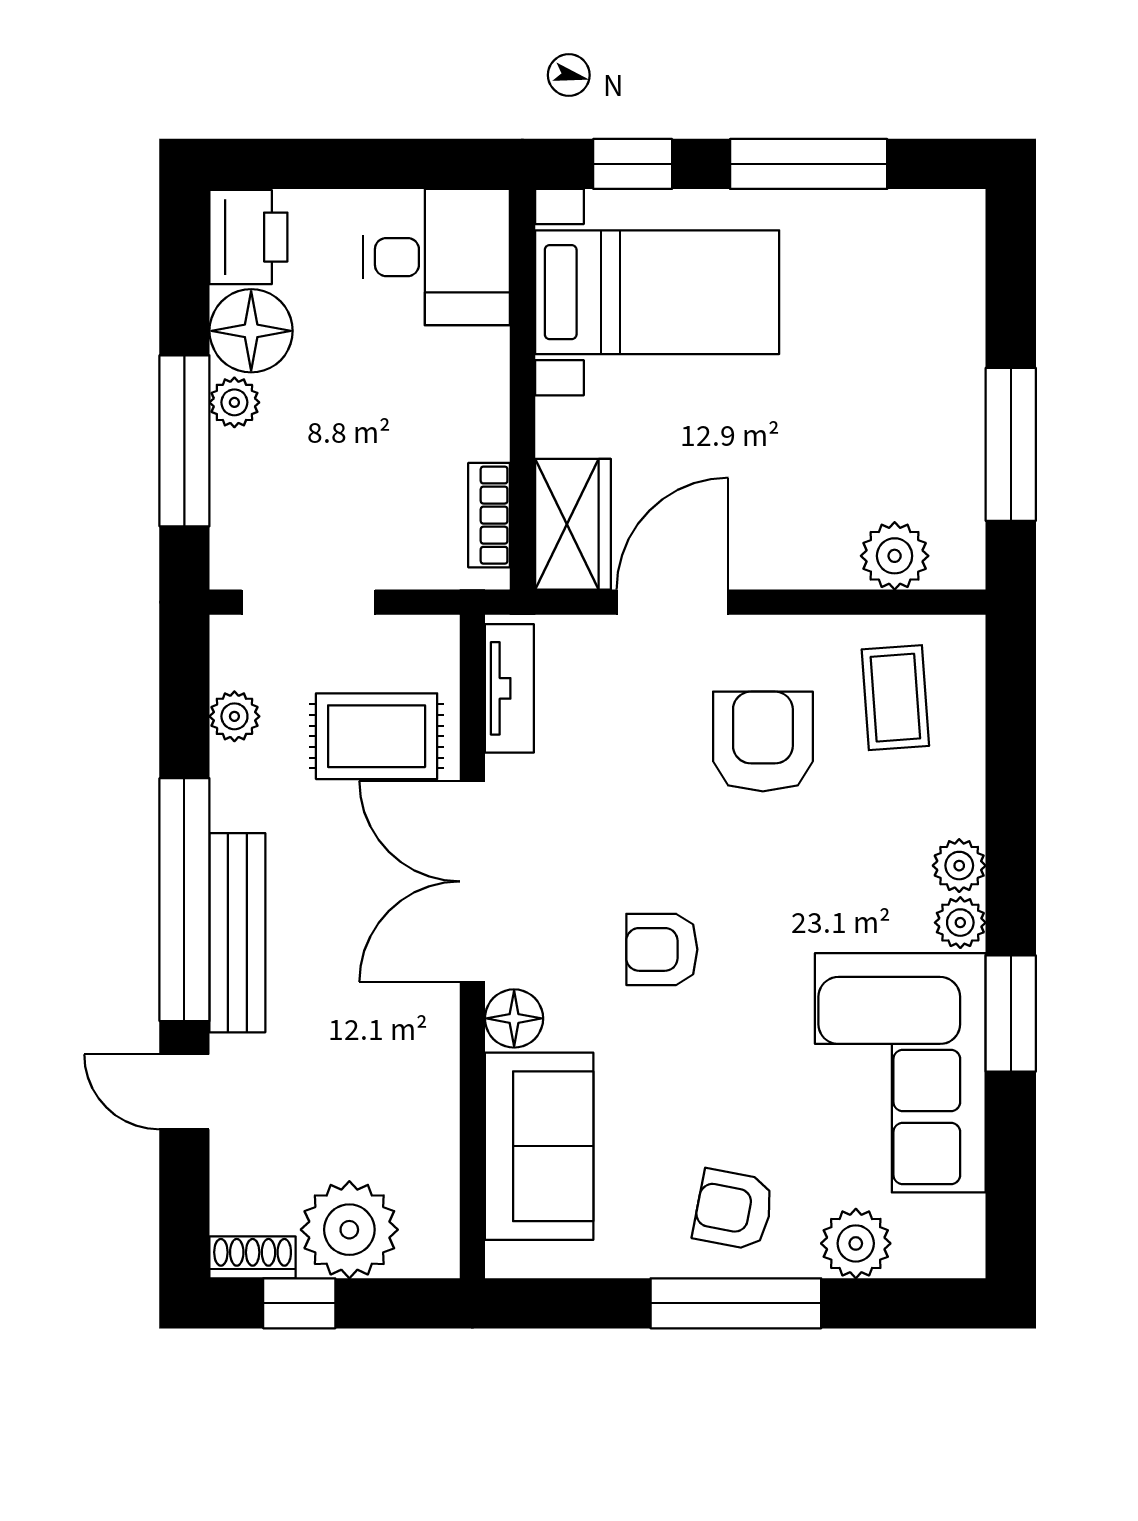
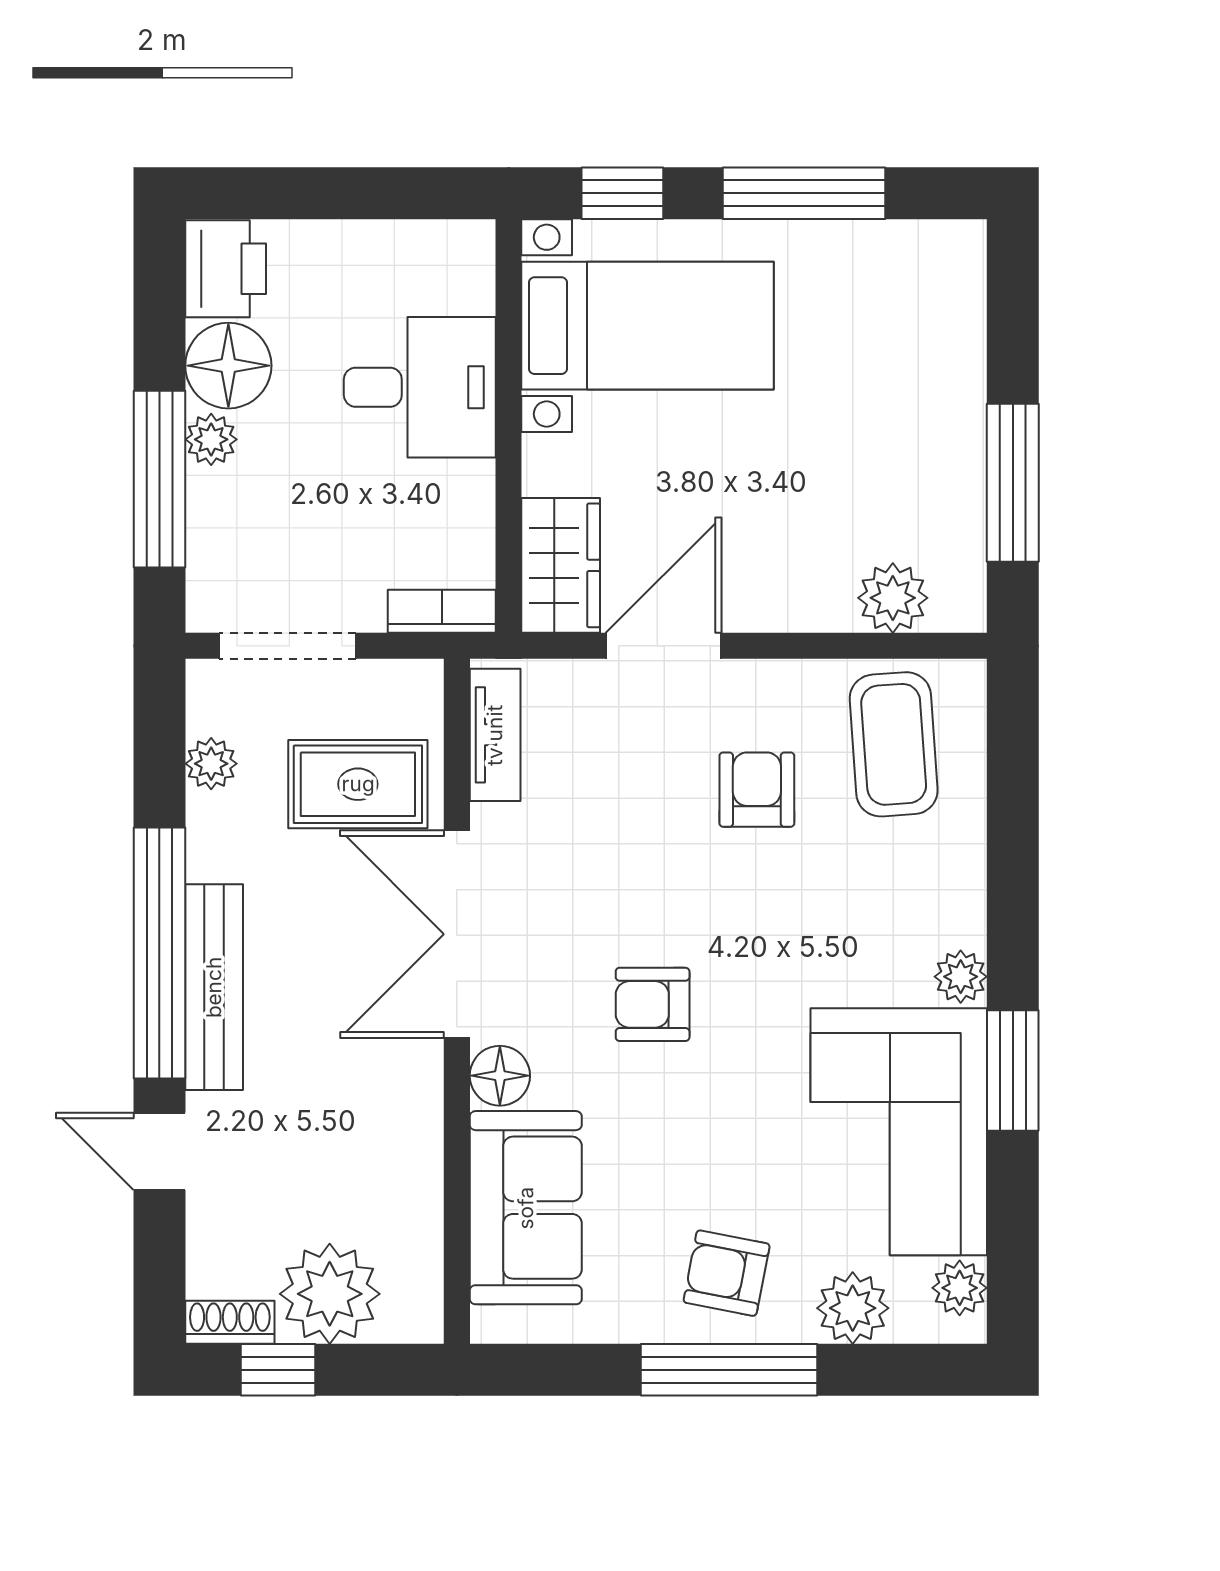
desk: (437, 257) -> (420, 387), moved
bookcase: (489, 515) -> (442, 611), moved, turned 90
coffee table: (895, 698) -> (894, 744), width x1.36, depth x1.30
armchair: (763, 741) -> (757, 790), width x0.72, depth x0.72
plant: (959, 866) -> (960, 1288), moved

